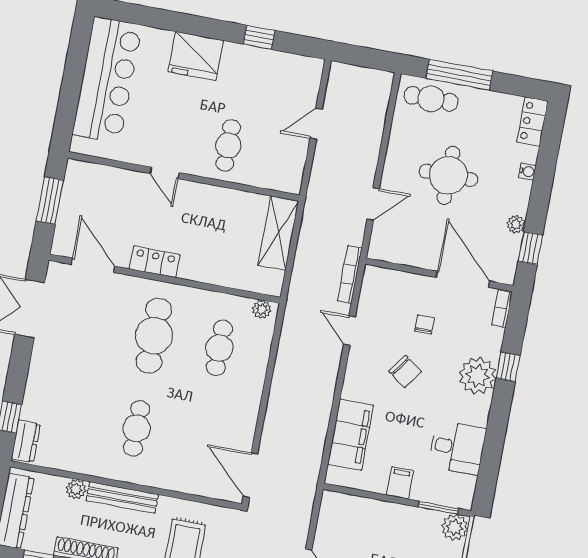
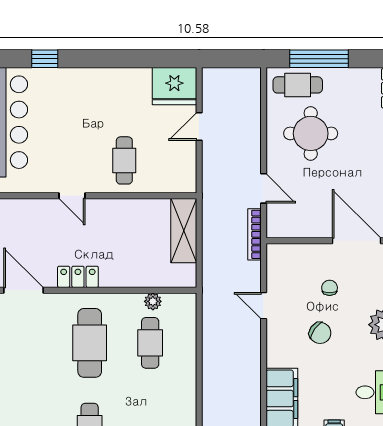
window: (259, 37) -> (45, 59), moved
fridge: (196, 56) -> (174, 86), moved
round table: (448, 175) -> (311, 133), moved
door: (373, 204) -> (264, 188), hinge flipped
bookcase: (350, 274) -> (254, 234), moved
plant: (262, 309) -> (153, 301), moved

